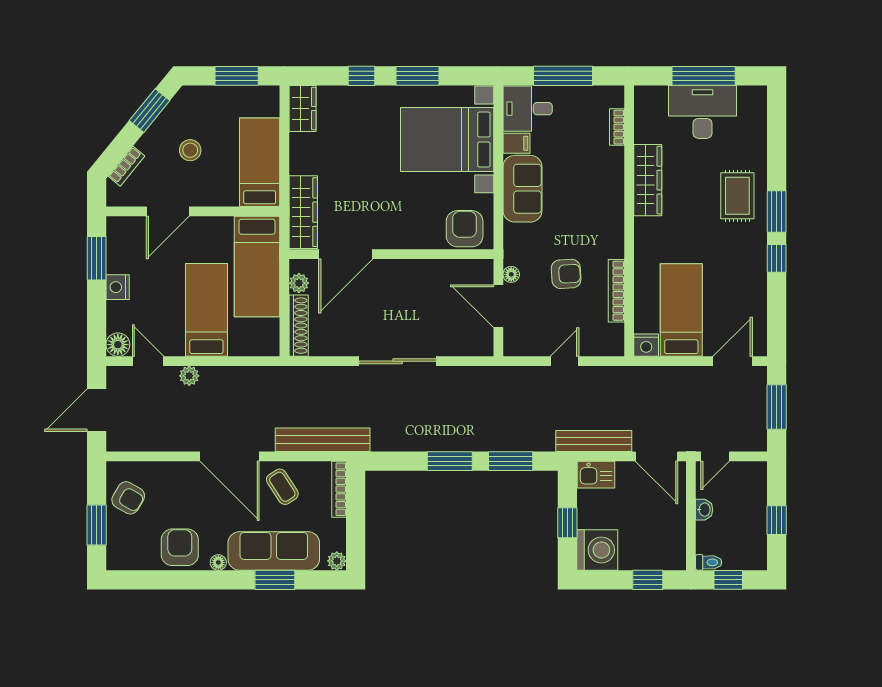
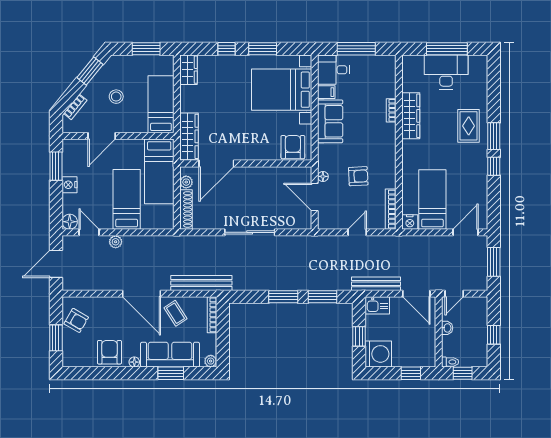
bookcase: (617, 127) -> (391, 110), moved
bookcase: (616, 291) -> (391, 209), moved

